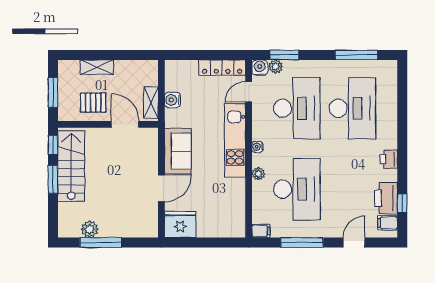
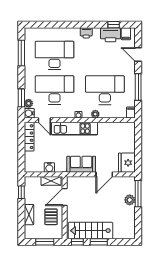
window: (133, 55) -> (21, 192), added
door: (161, 188) -> (104, 174), swing flipped
plant: (90, 229) -> (130, 200), moved
window: (101, 243) -> (138, 194), moved

